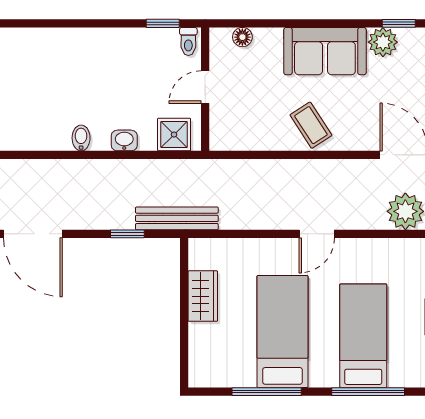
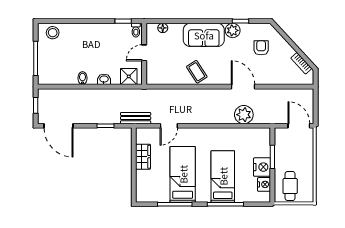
stool: (21, 47) -> (53, 33), added
bench: (177, 218) -> (136, 118), width x0.73
door: (317, 234) -> (169, 126), moved

